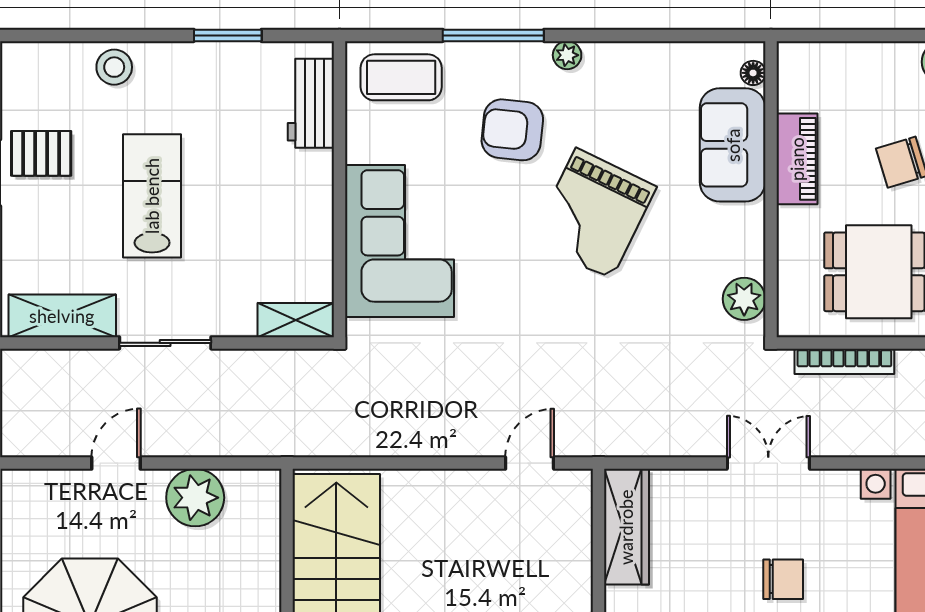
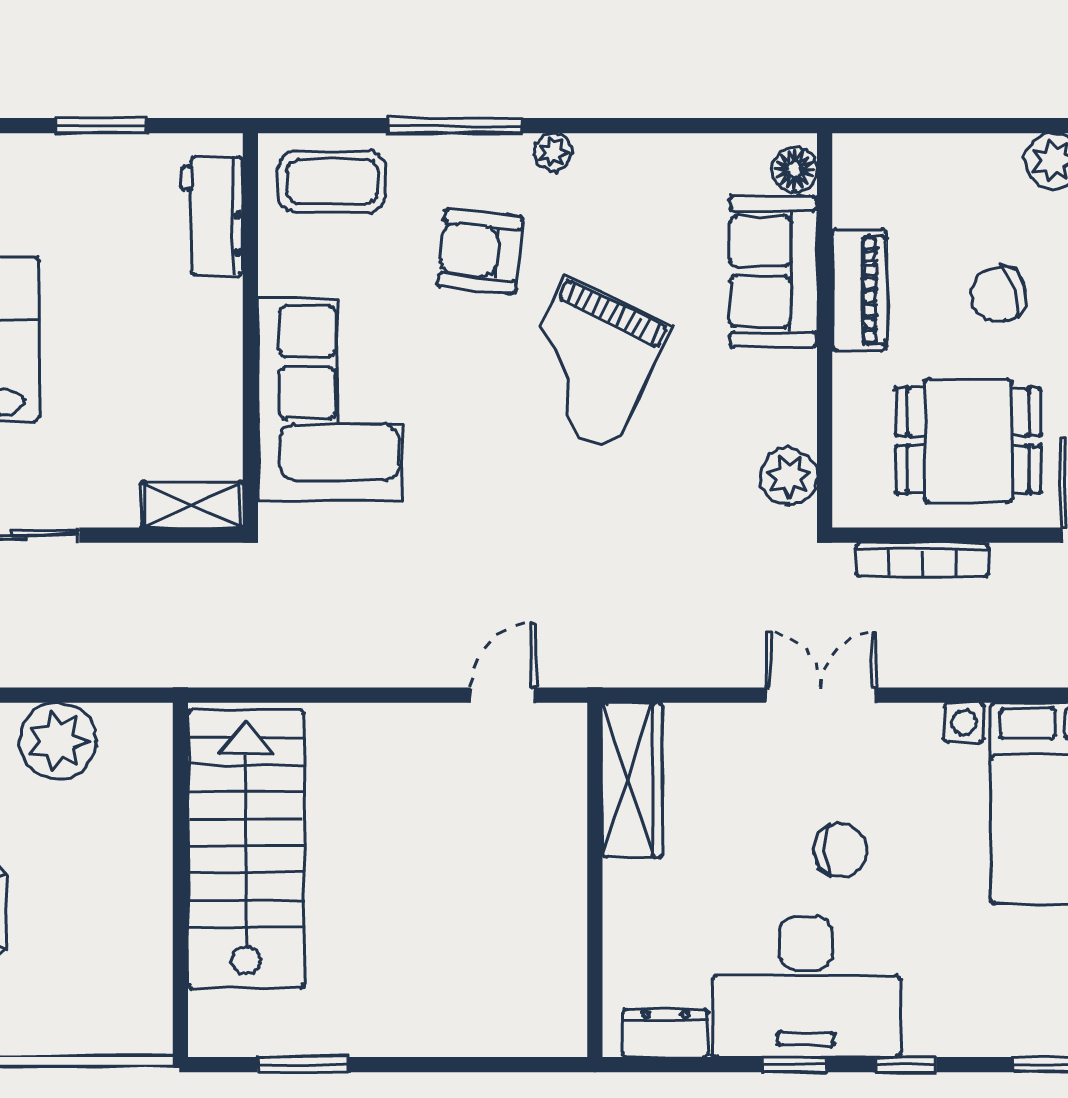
floor lamp: (753, 73) -> (795, 170), width x1.37, depth x1.37

